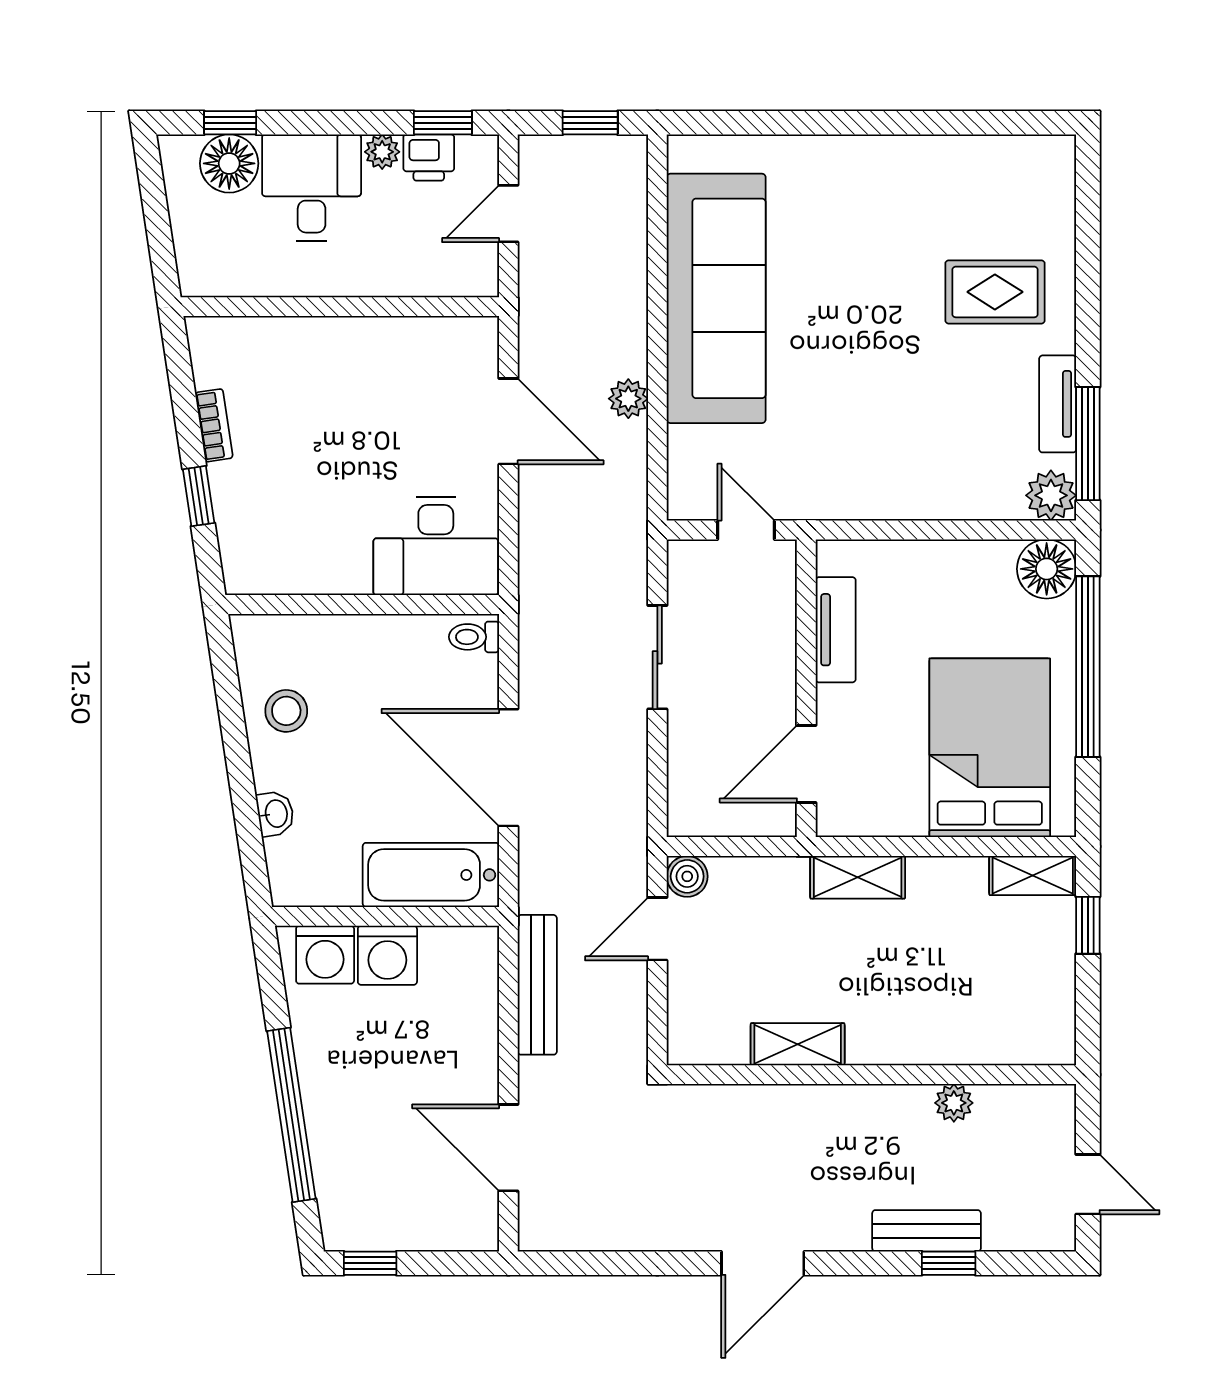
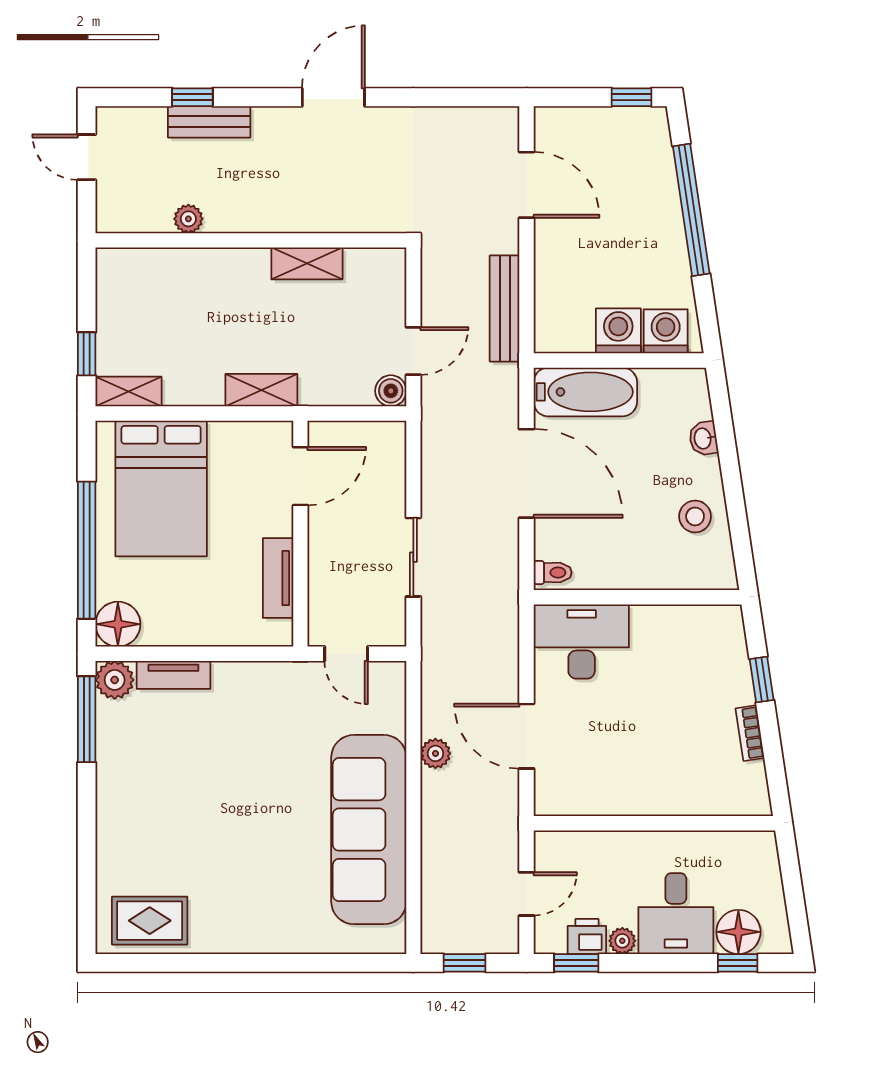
rug: (995, 292) -> (150, 921), moved
tv unit: (1058, 404) -> (173, 675), moved, turned 90

